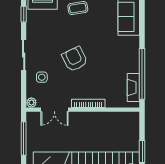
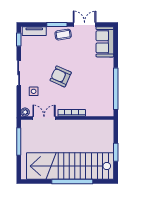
armchair: (75, 59) -> (61, 76), turned -40
fireplace: (133, 87) -> (109, 100), removed
double door: (54, 110) -> (44, 118), swing flipped

